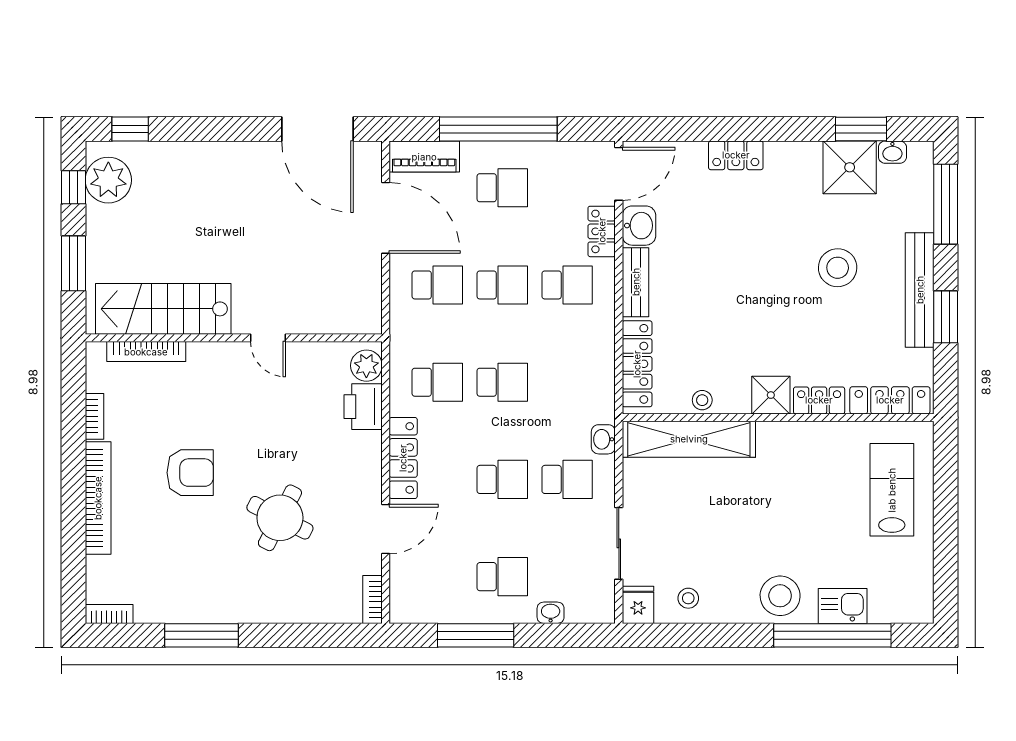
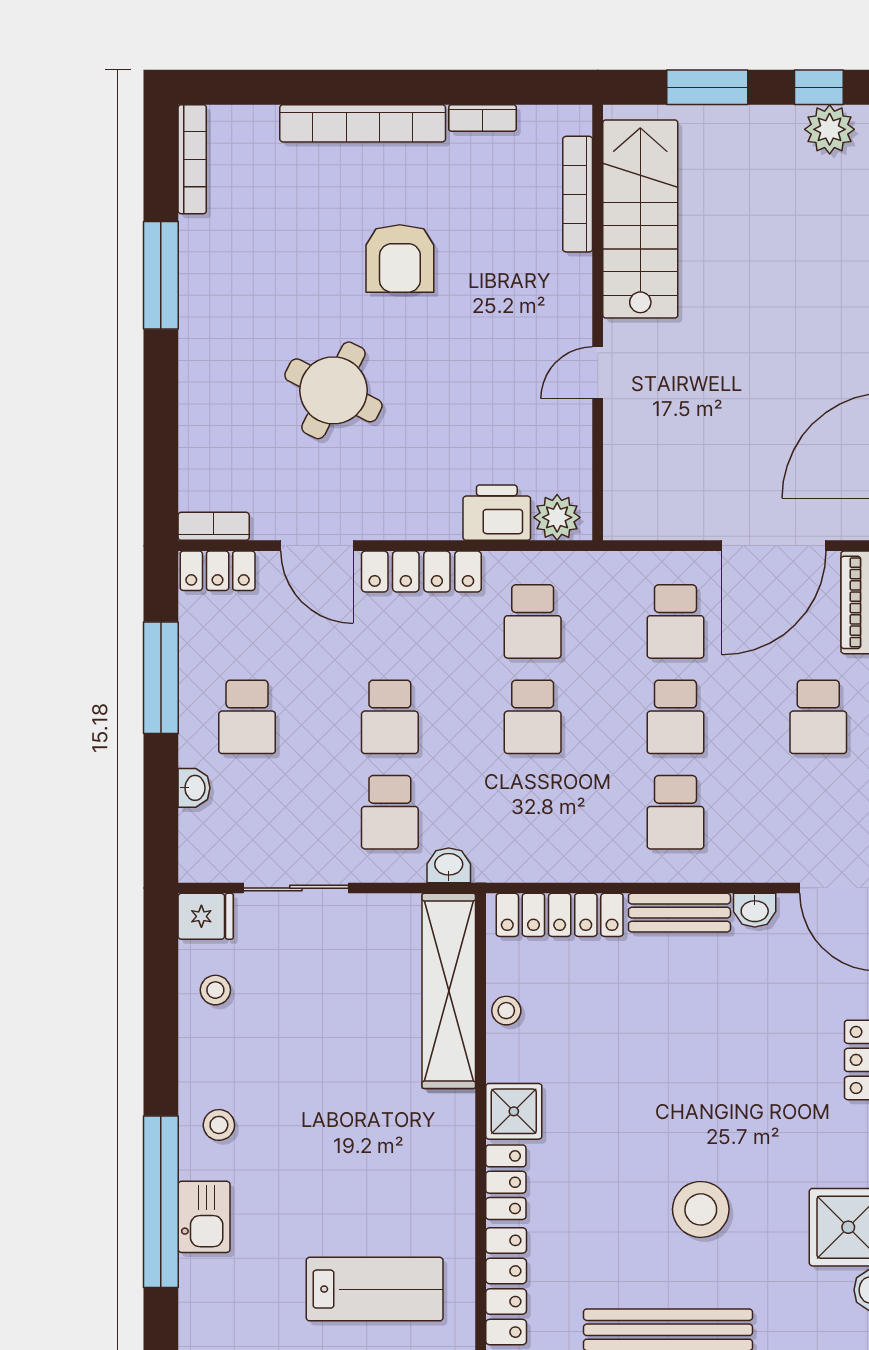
plant: (108, 180) -> (830, 129), width x0.73, depth x0.73
washbasin: (639, 226) -> (755, 910), width x0.72, depth x0.69
locker: (602, 231) -> (218, 571), moved, turned 180
stool: (780, 596) -> (219, 1125), width x0.53, depth x0.53
bookcase: (109, 614) -> (192, 159), width x1.56

